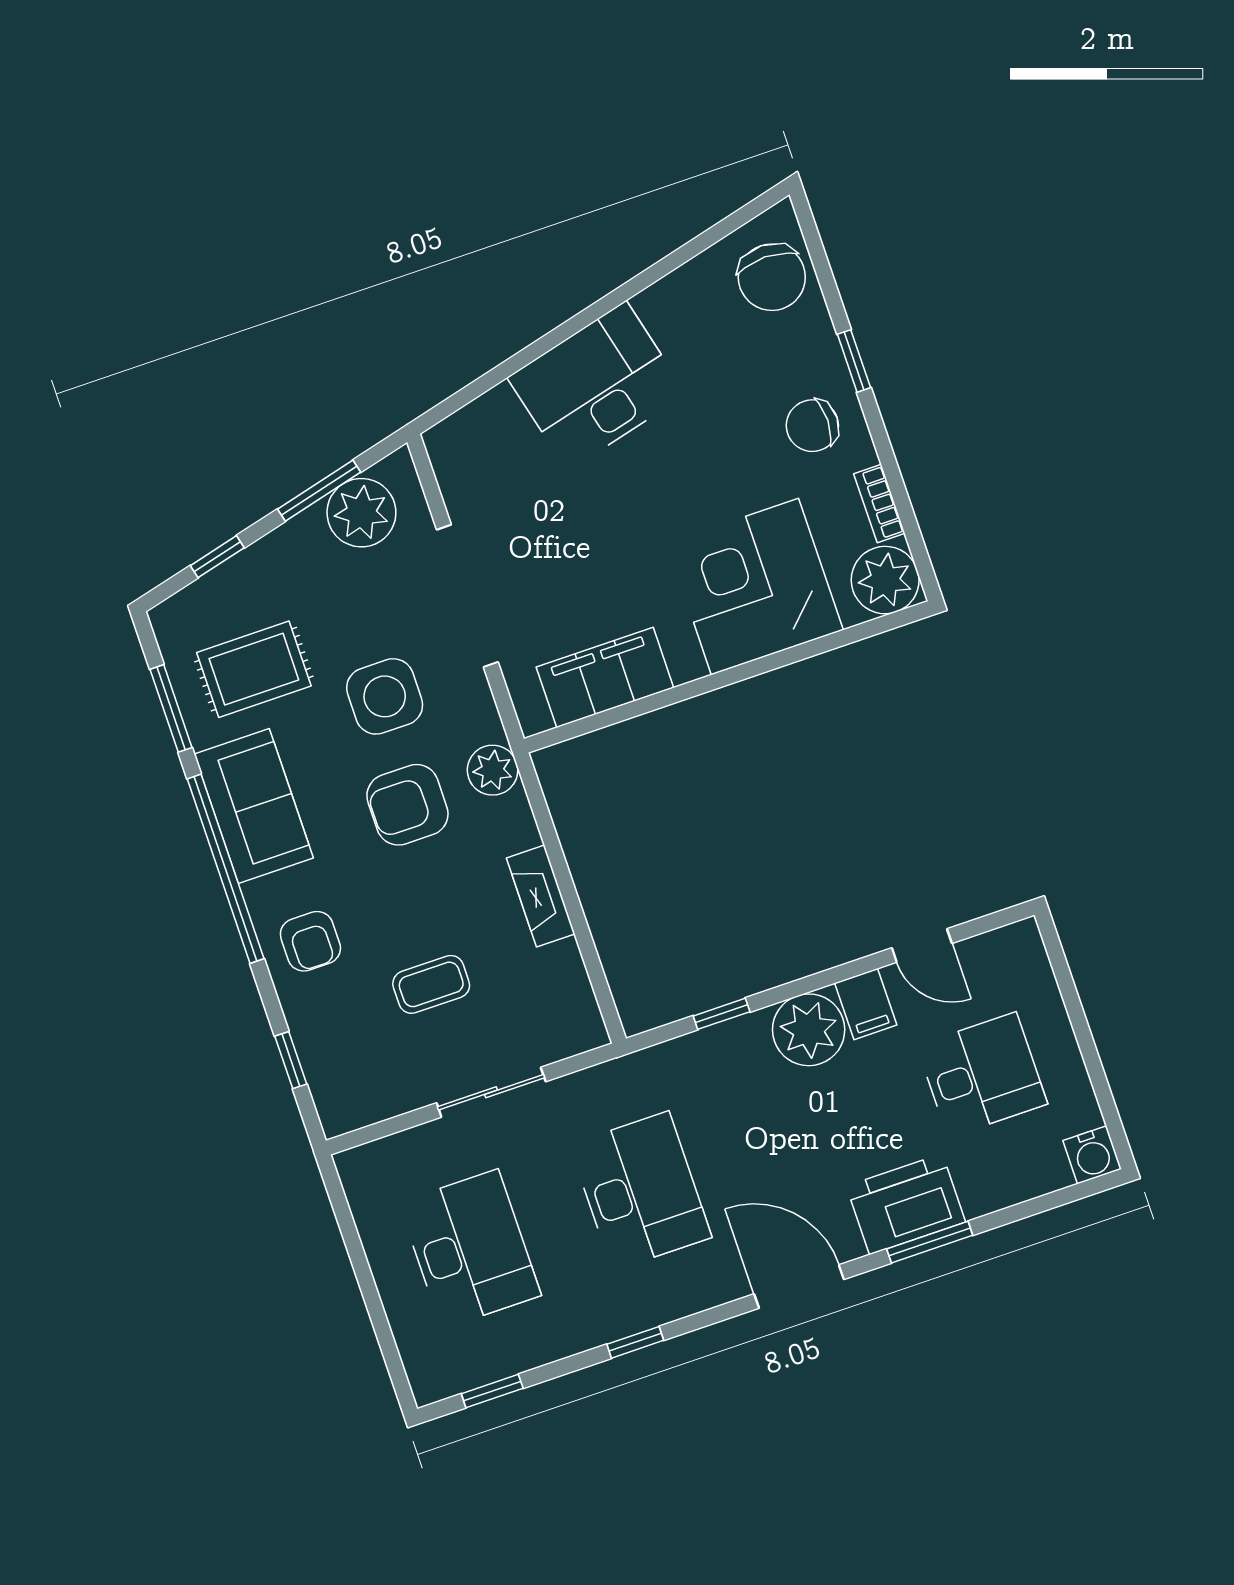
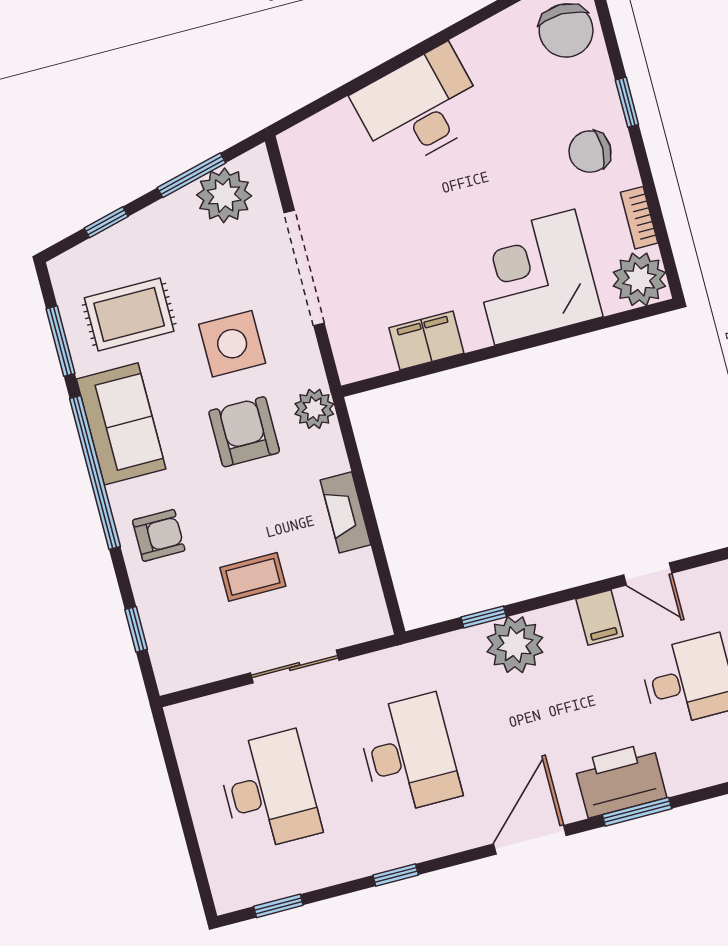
filing cabinet: (605, 677) -> (426, 340), width x0.67, depth x0.86
armchair: (407, 805) -> (244, 432), turned 90
armchair: (310, 941) -> (159, 535), turned -90
plant: (809, 1030) -> (515, 645), moved
door: (799, 1287) -> (530, 840), hinge flipped

